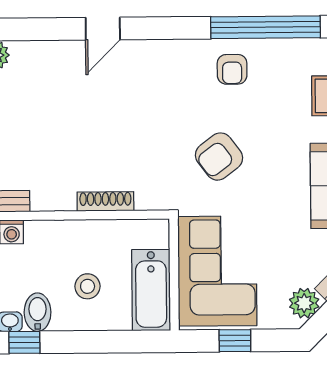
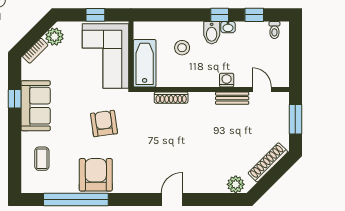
armchair: (232, 69) -> (96, 175), width x1.88, depth x1.88
armchair: (219, 157) -> (104, 123), turned -61
bathtub: (151, 290) -> (145, 63), moved

